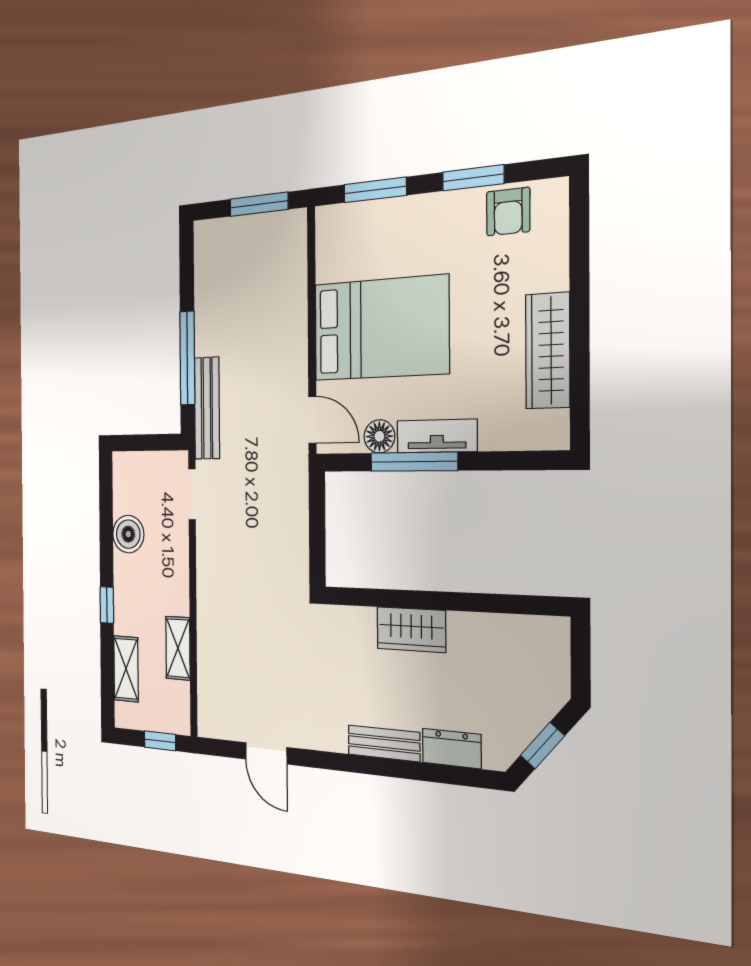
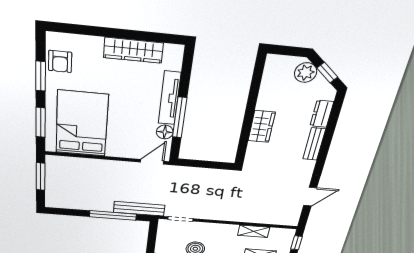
armchair: (508, 212) -> (60, 61), turned 90
bed: (381, 328) -> (82, 124), moved
tv unit: (437, 436) -> (169, 98), width x1.41
plant: (538, 701) -> (306, 73), added

